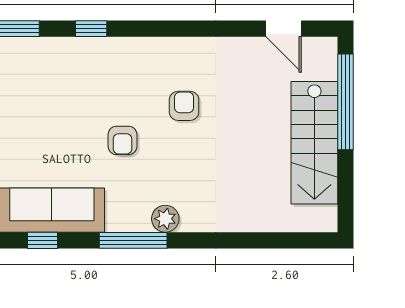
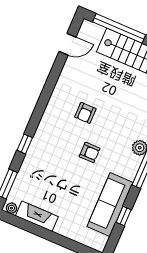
armchair: (184, 106) -> (85, 113), turned -90

